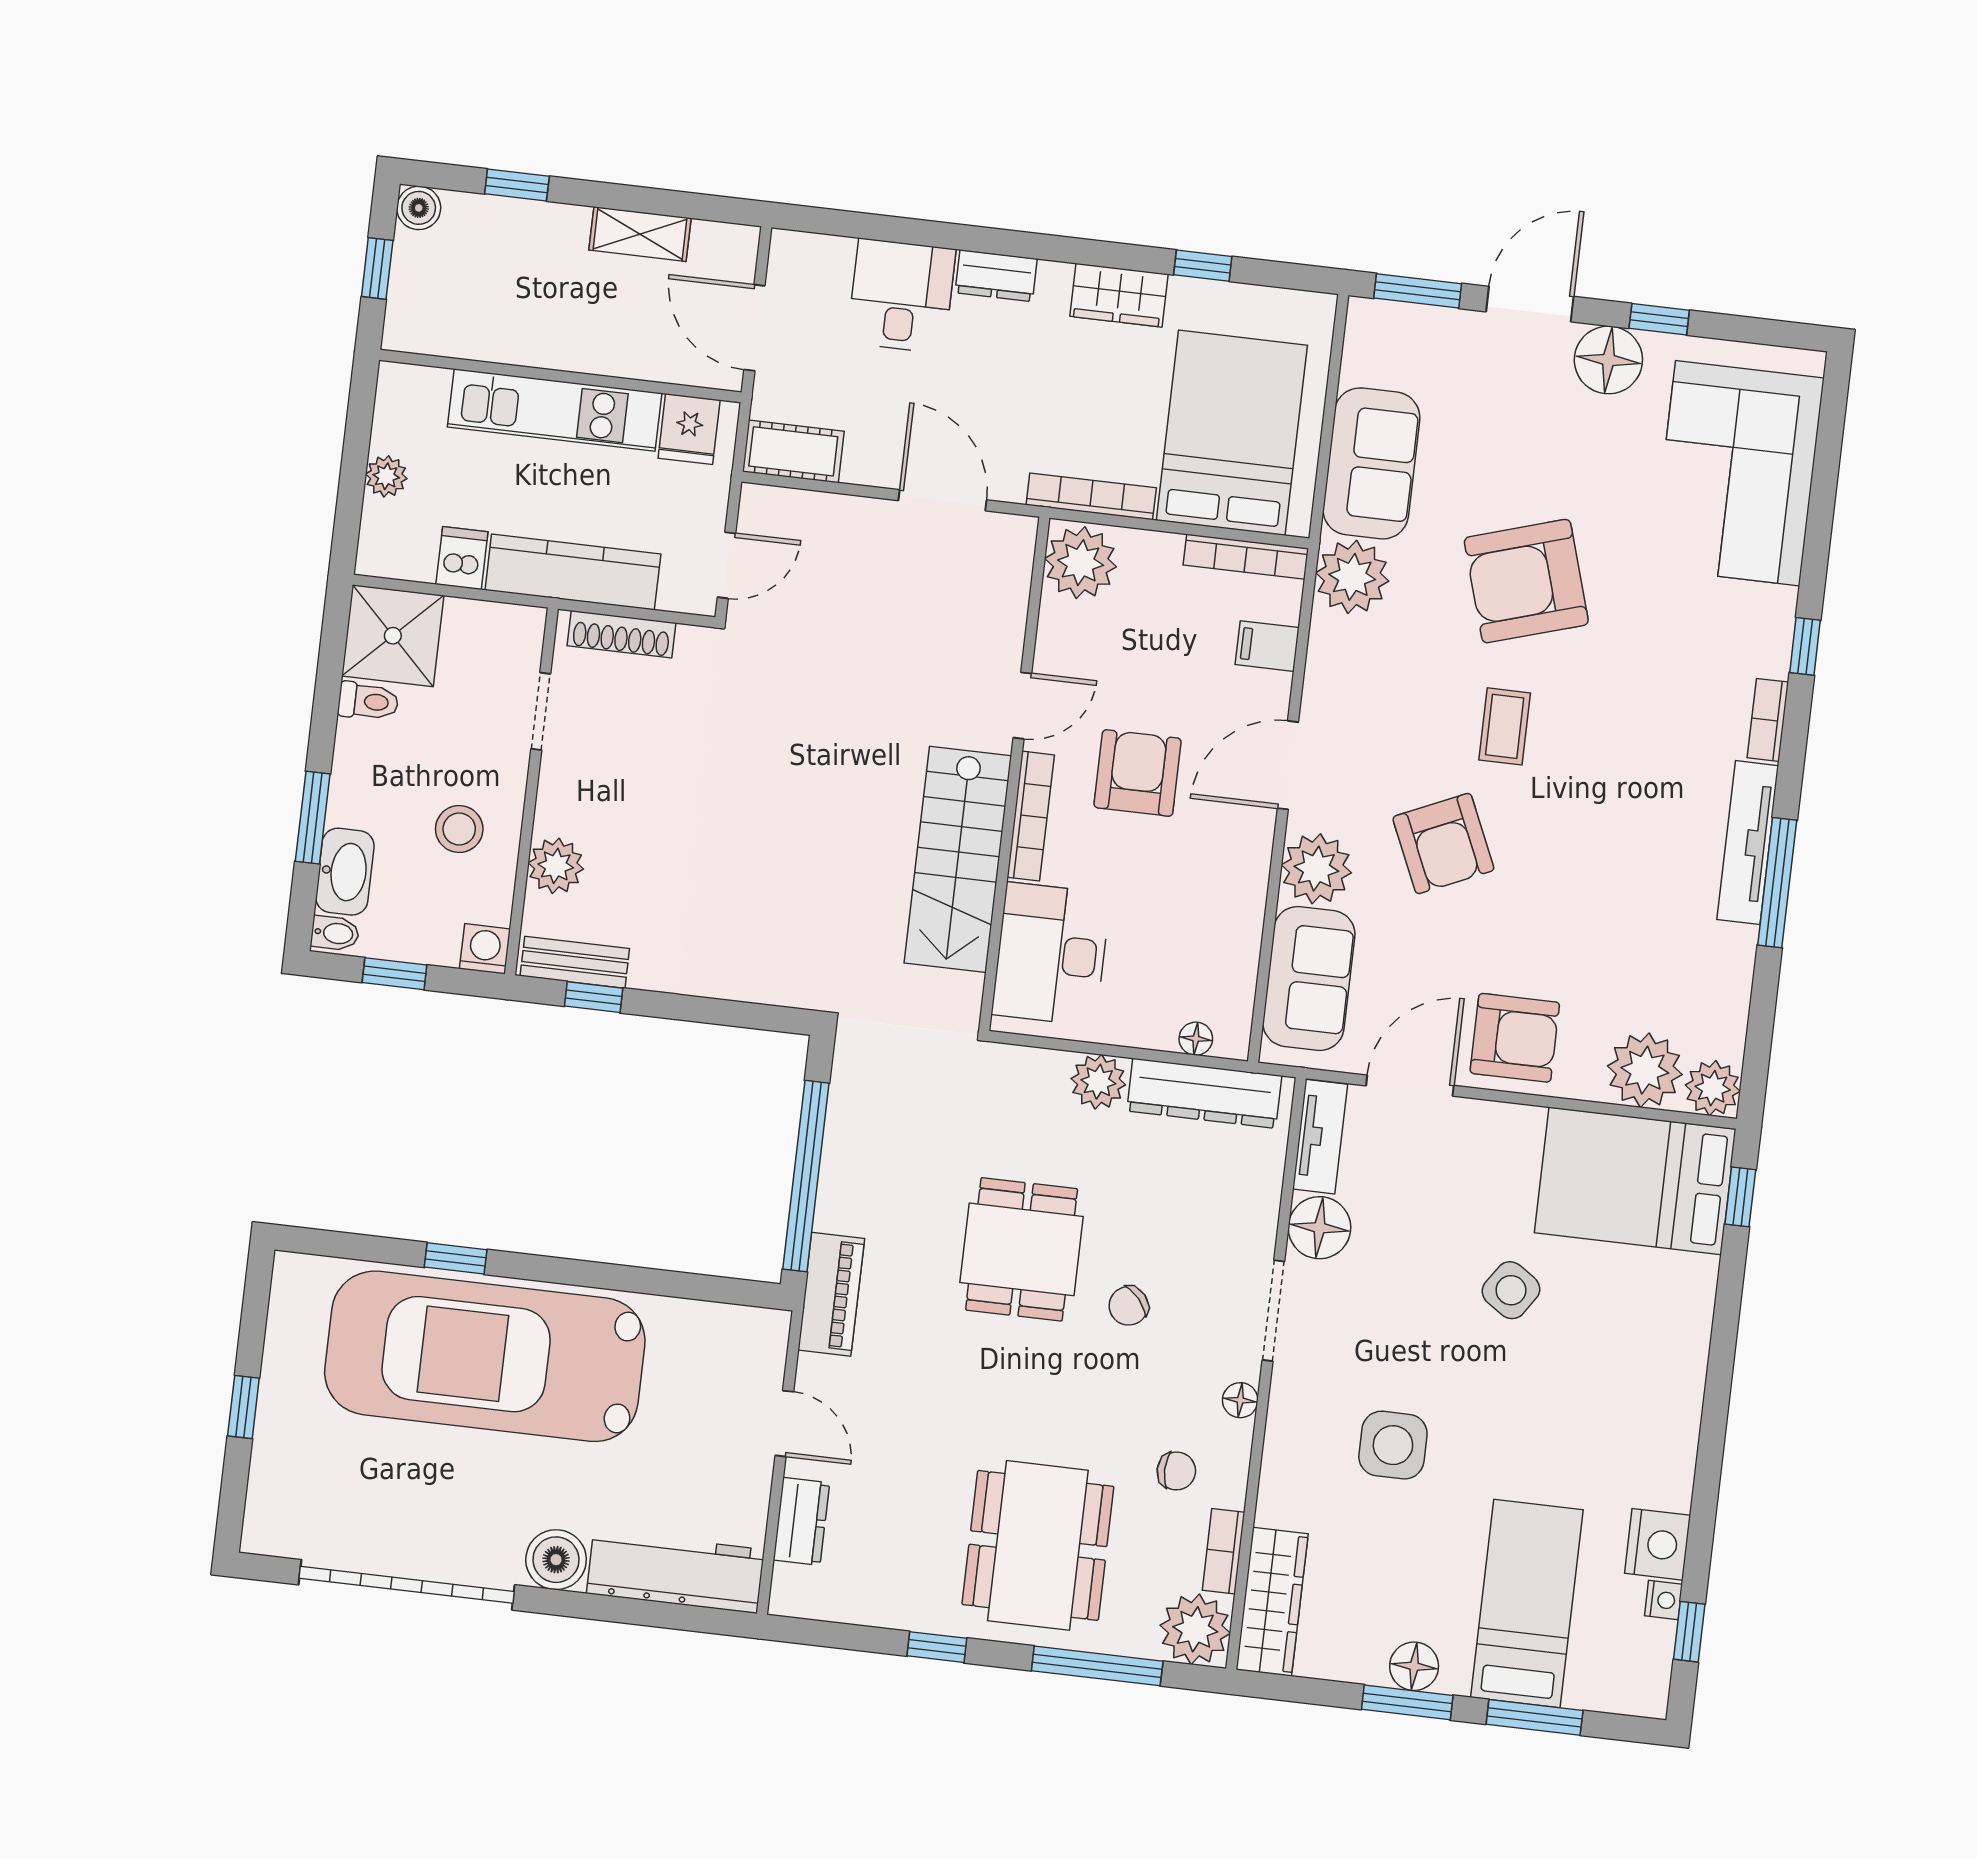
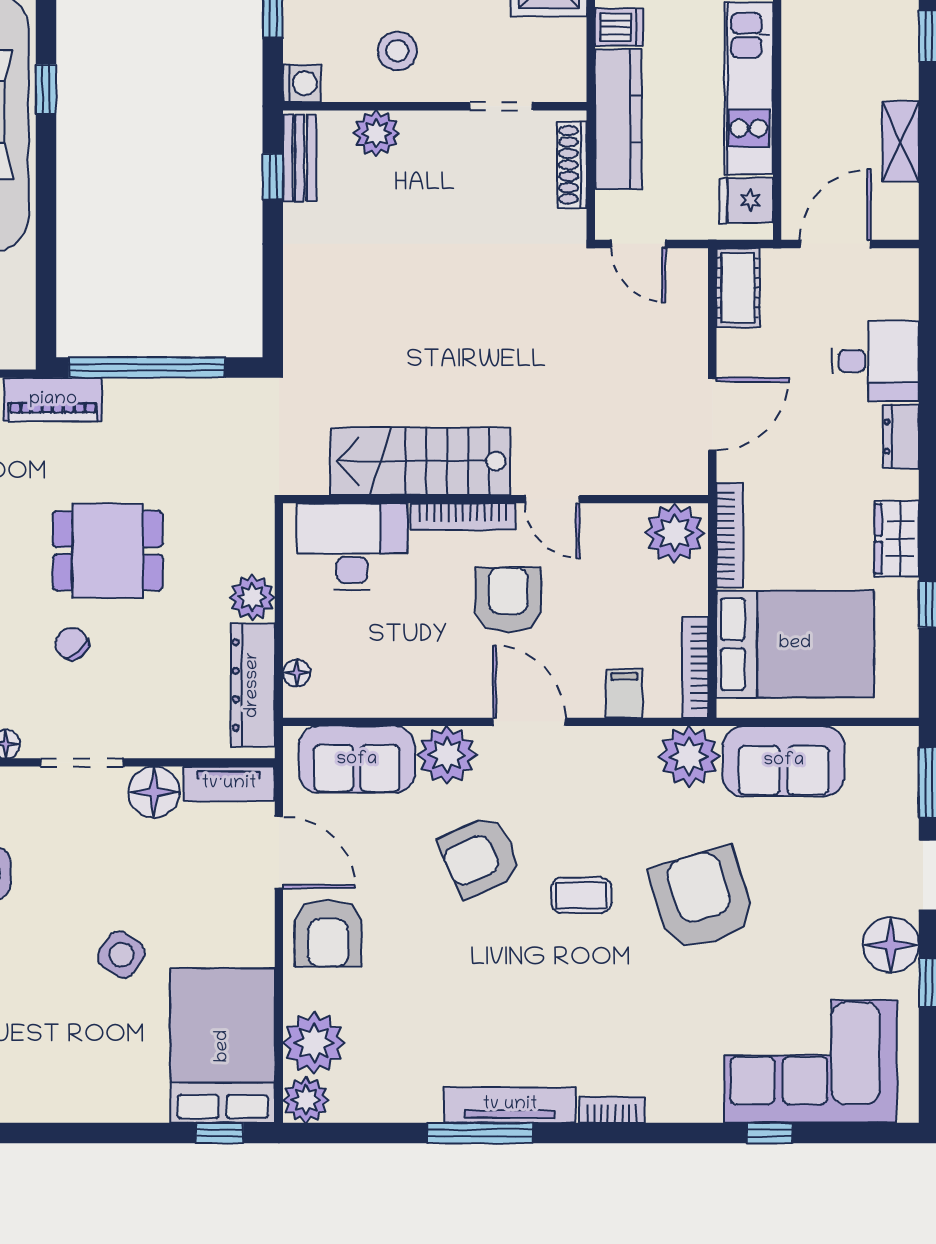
window: (1805, 646) -> (770, 1133), moved
armchair: (1138, 773) -> (508, 600), turned -90

